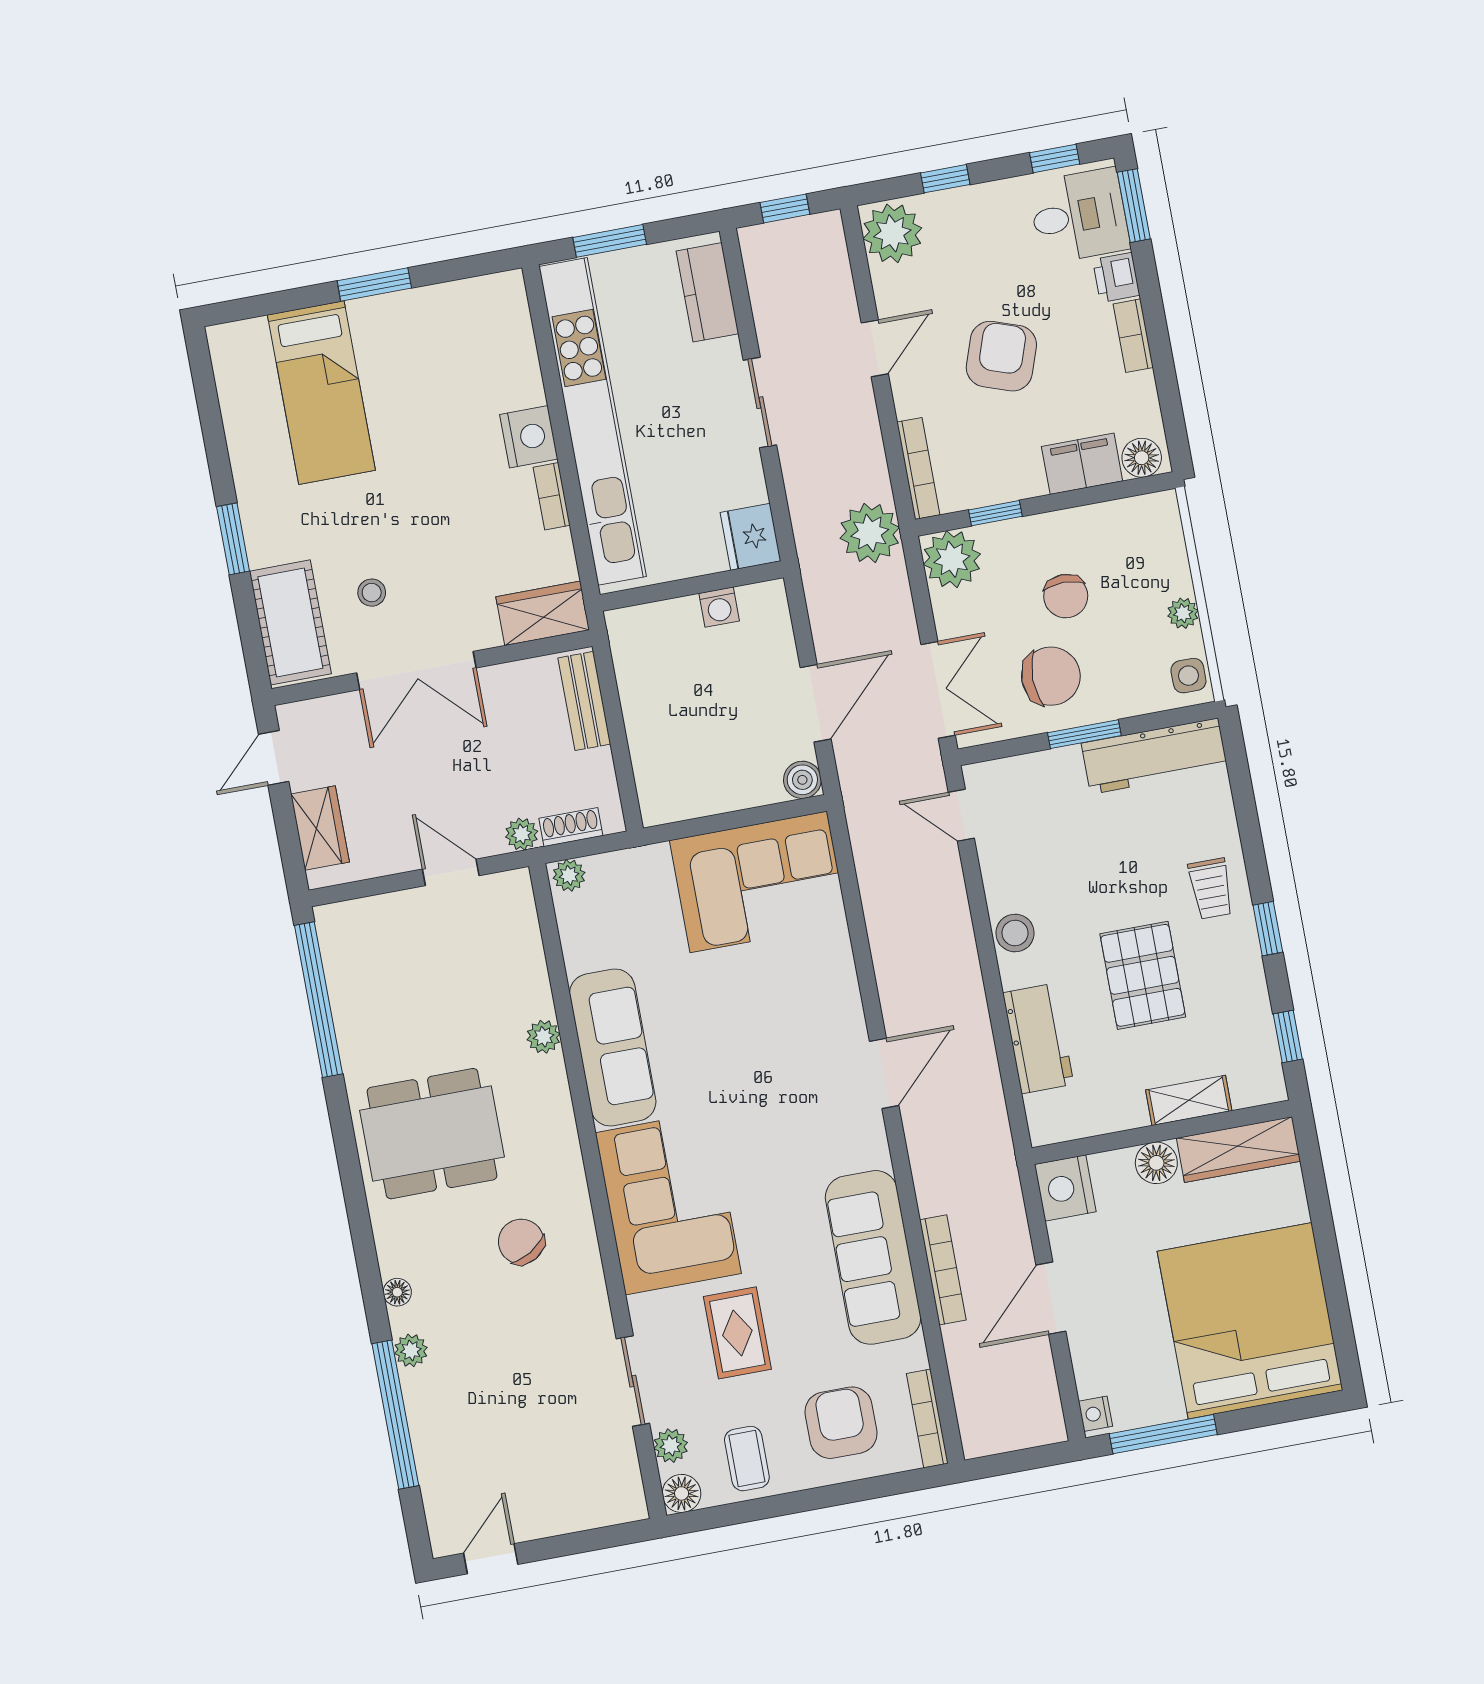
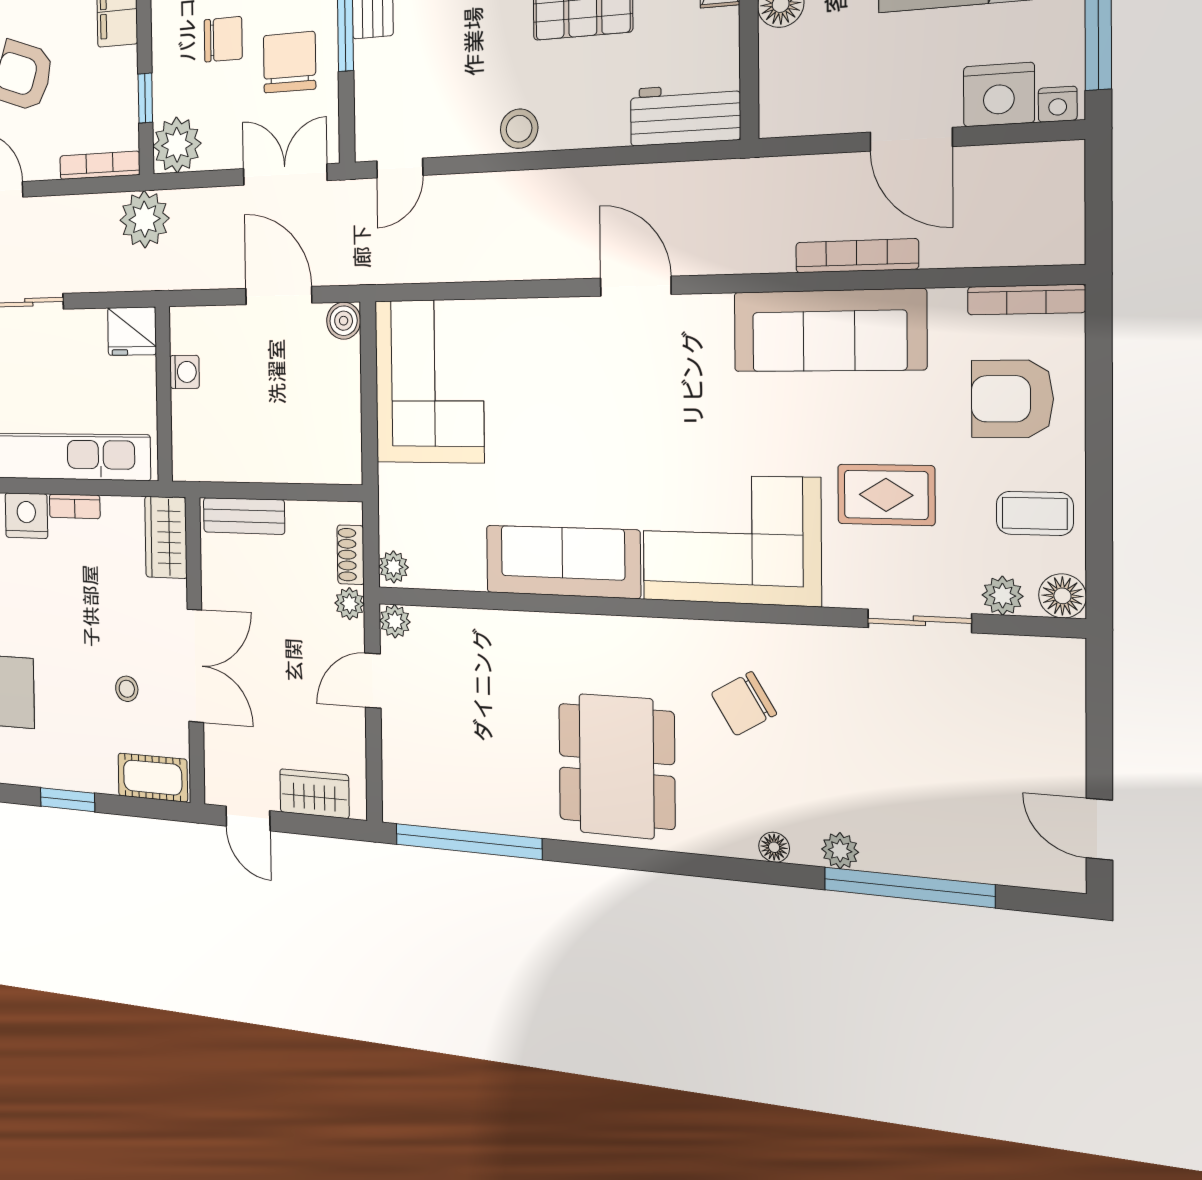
cot: (290, 622) -> (153, 778), width x0.73, depth x0.75
plant: (543, 1037) -> (395, 621), moved
workbench: (1038, 1038) -> (685, 114), moved
nightstand: (1065, 1188) -> (999, 95), moved

